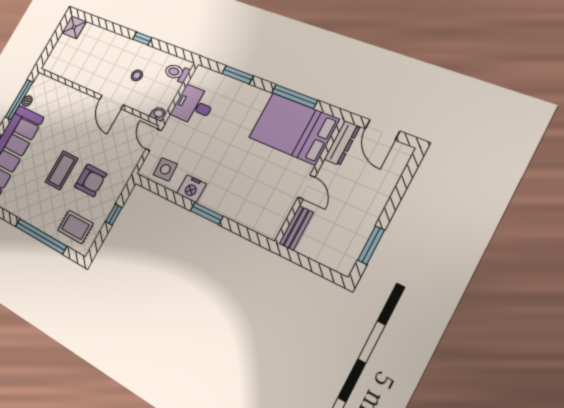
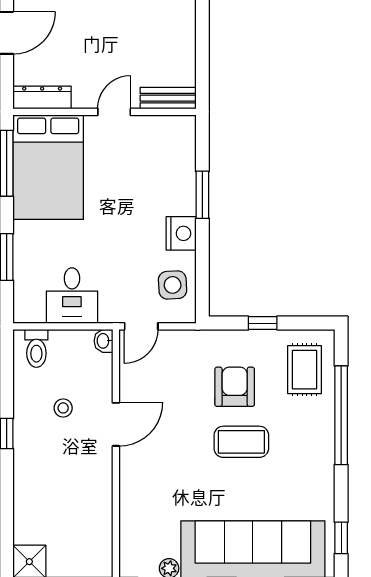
bed: (294, 128) -> (48, 167), moved
dresser: (342, 143) -> (42, 97), moved
wall: (310, 181) -> (105, 112), moved
door: (307, 187) -> (114, 112), moved
bench: (296, 228) -> (168, 98), moved

